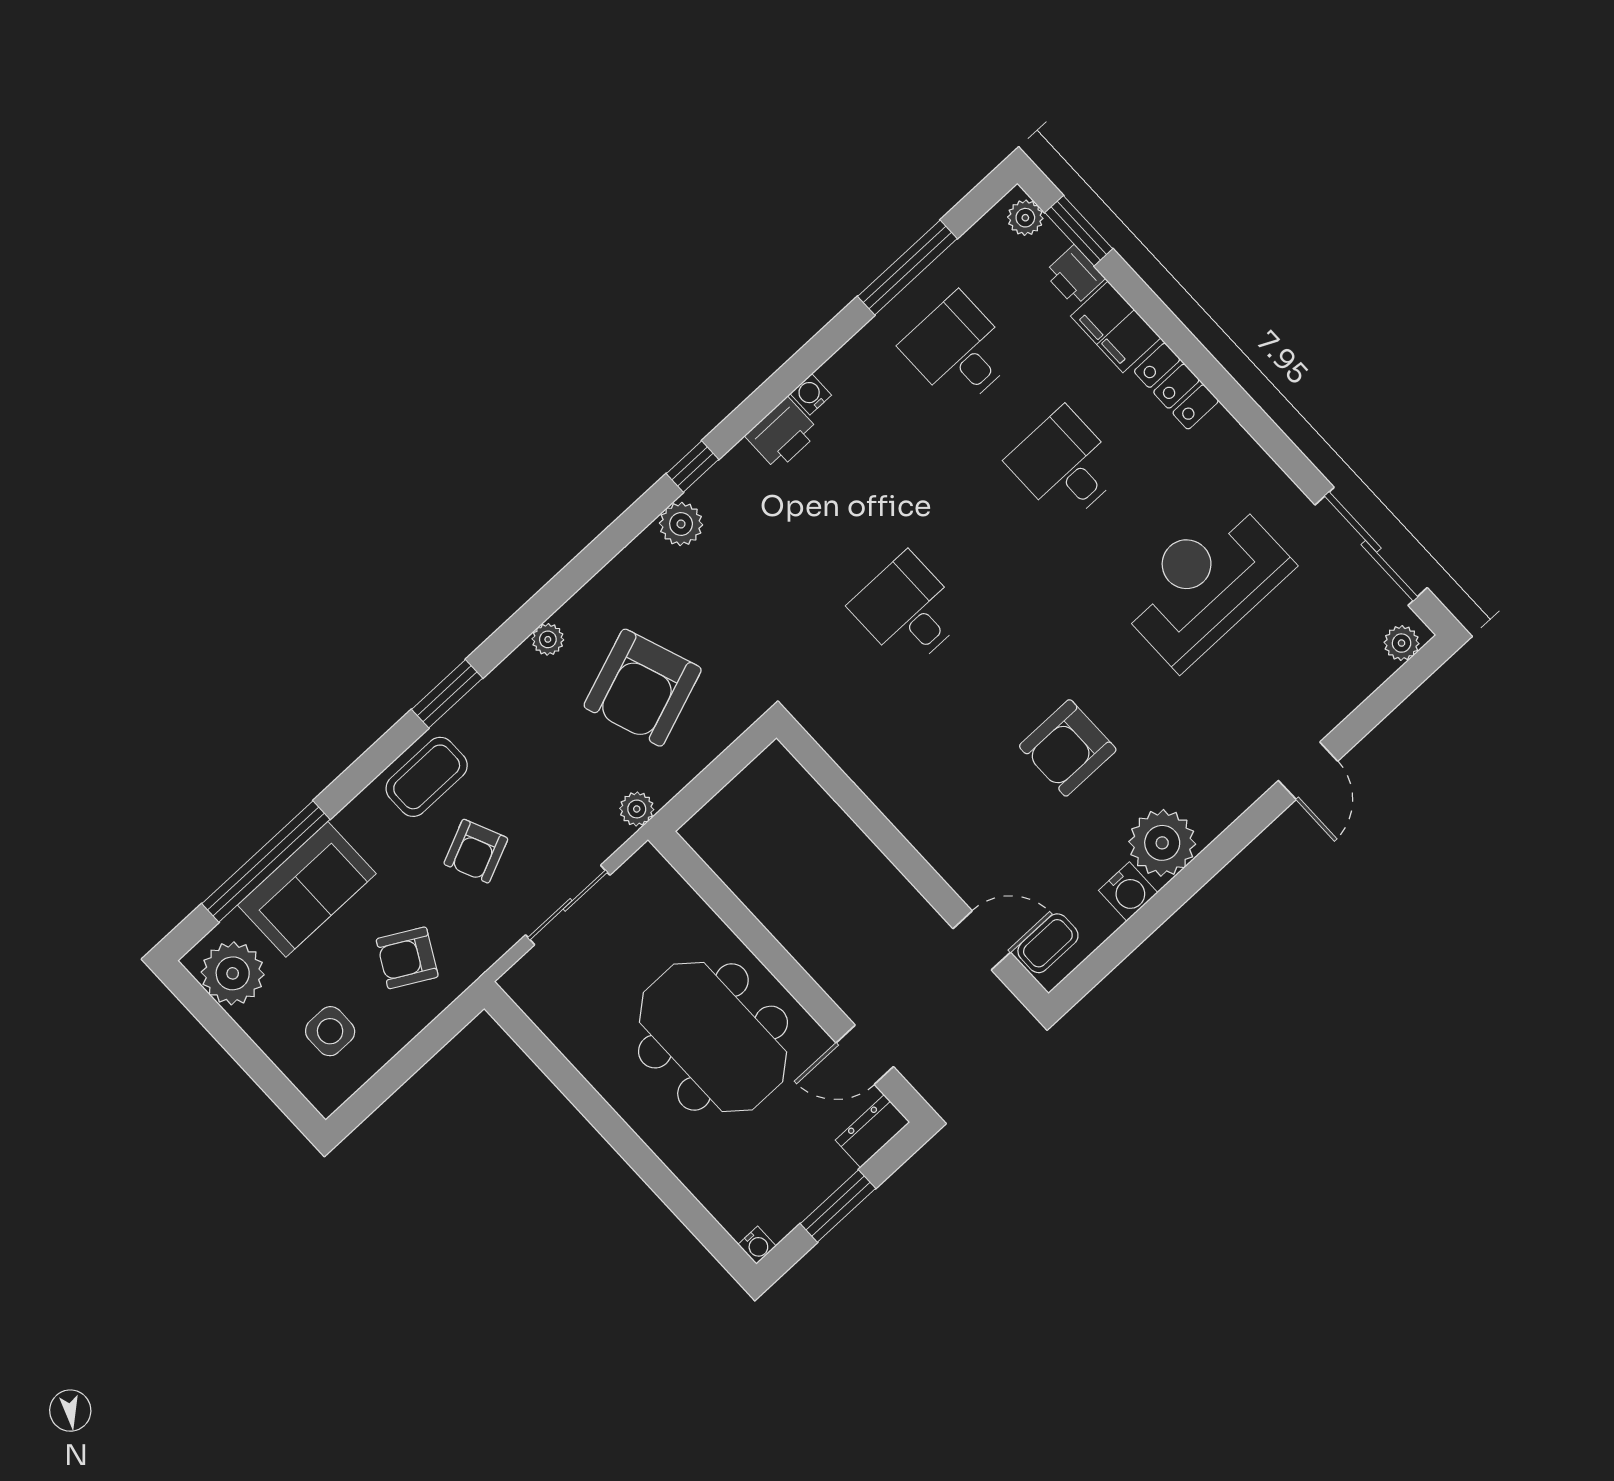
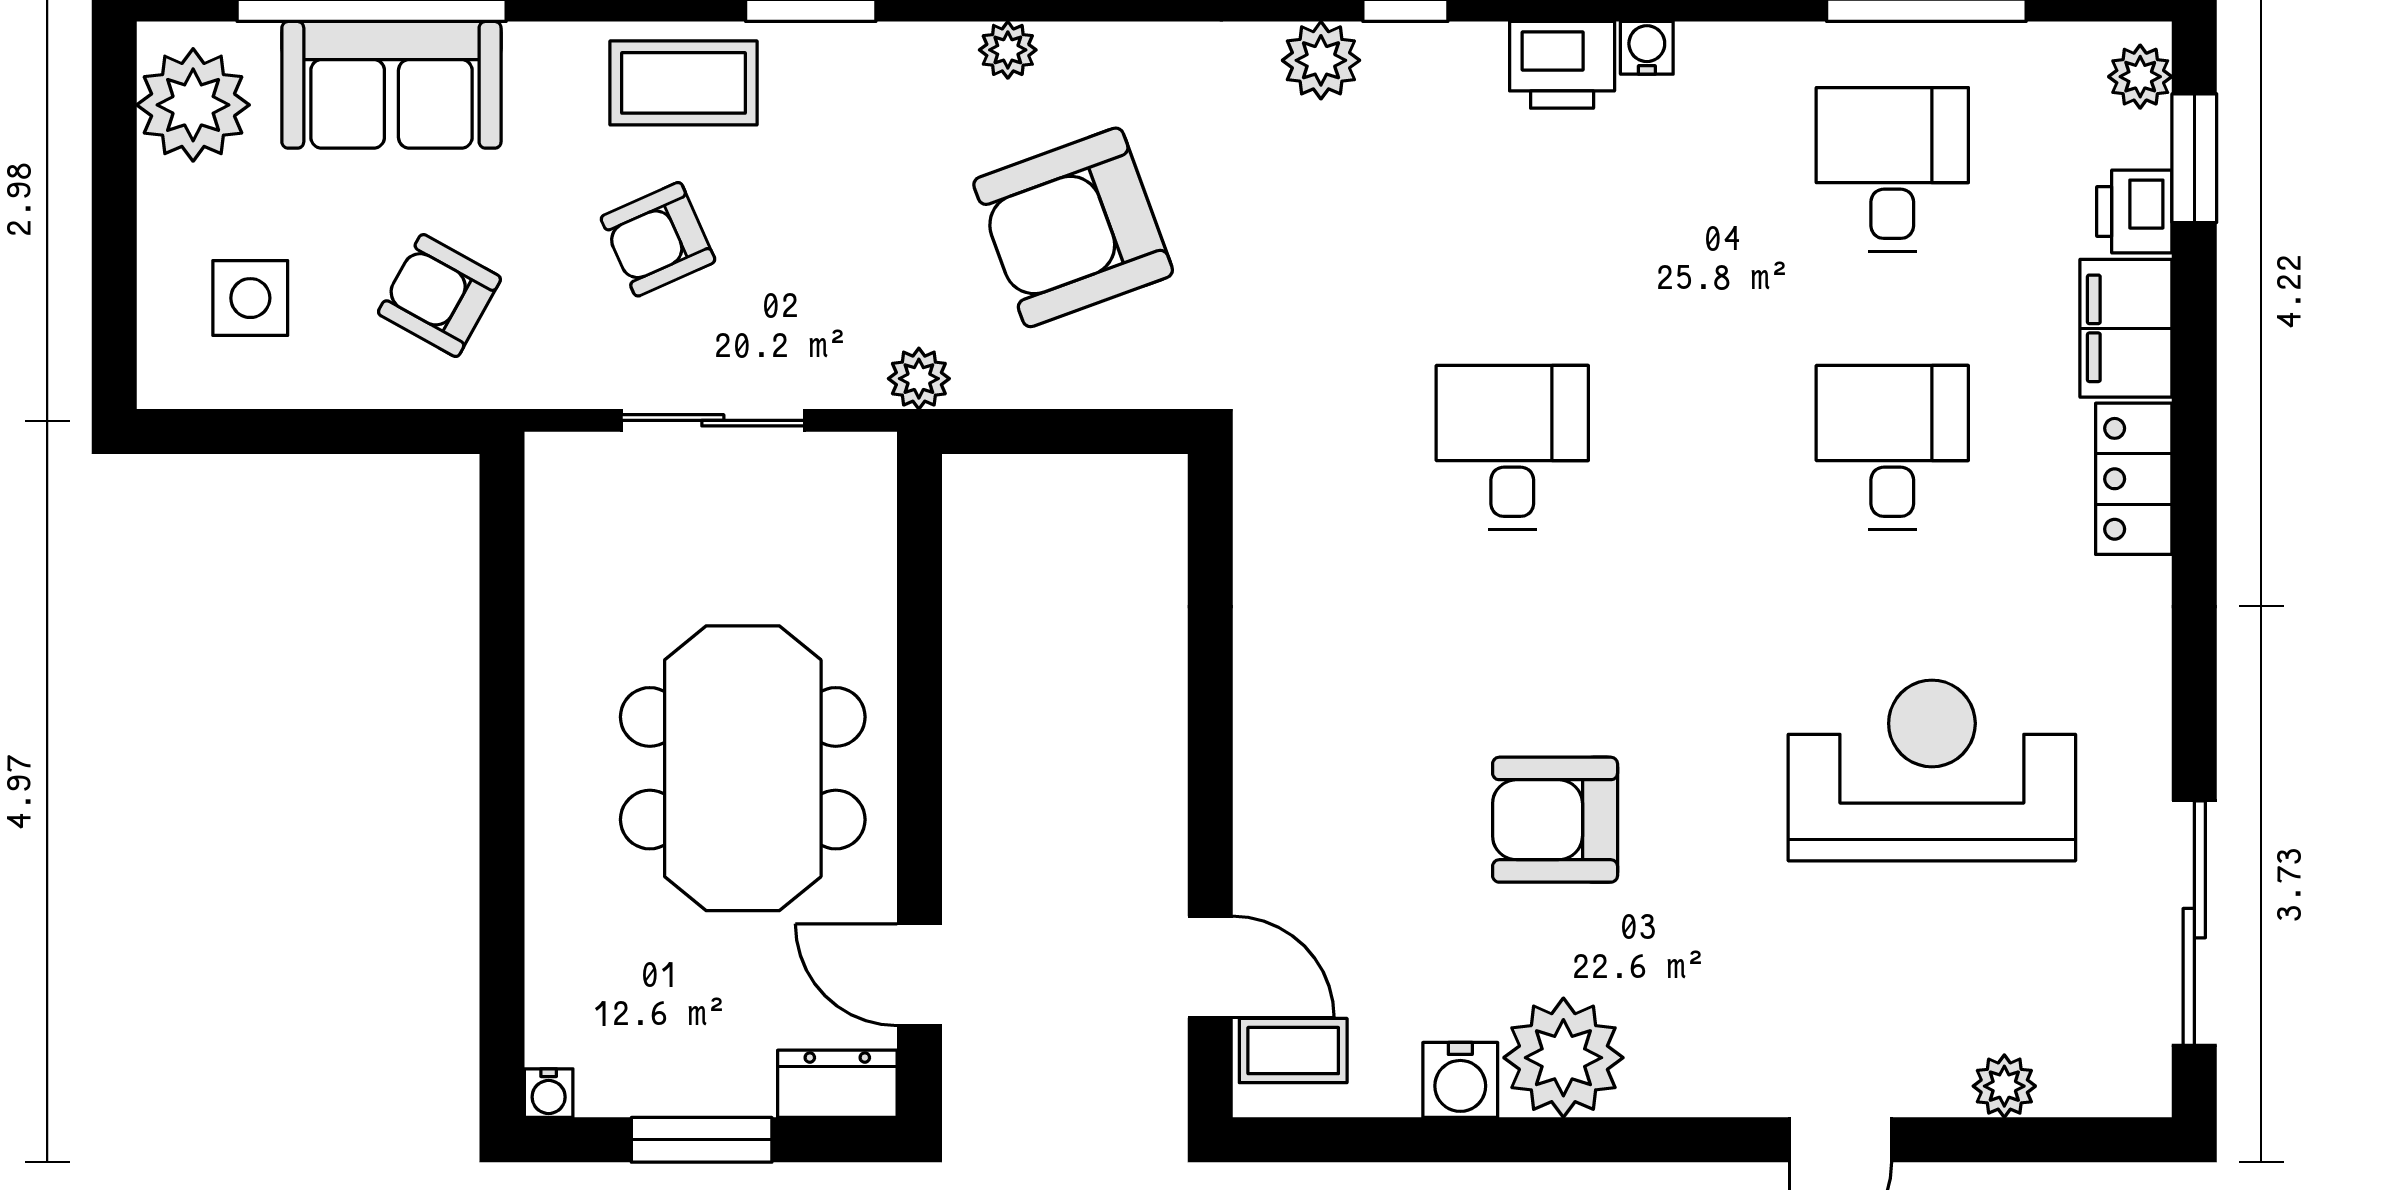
plant: (1402, 643) -> (2004, 1086), moved

